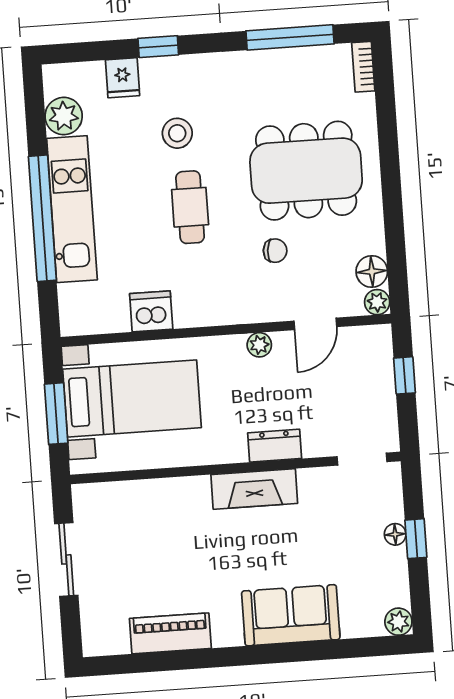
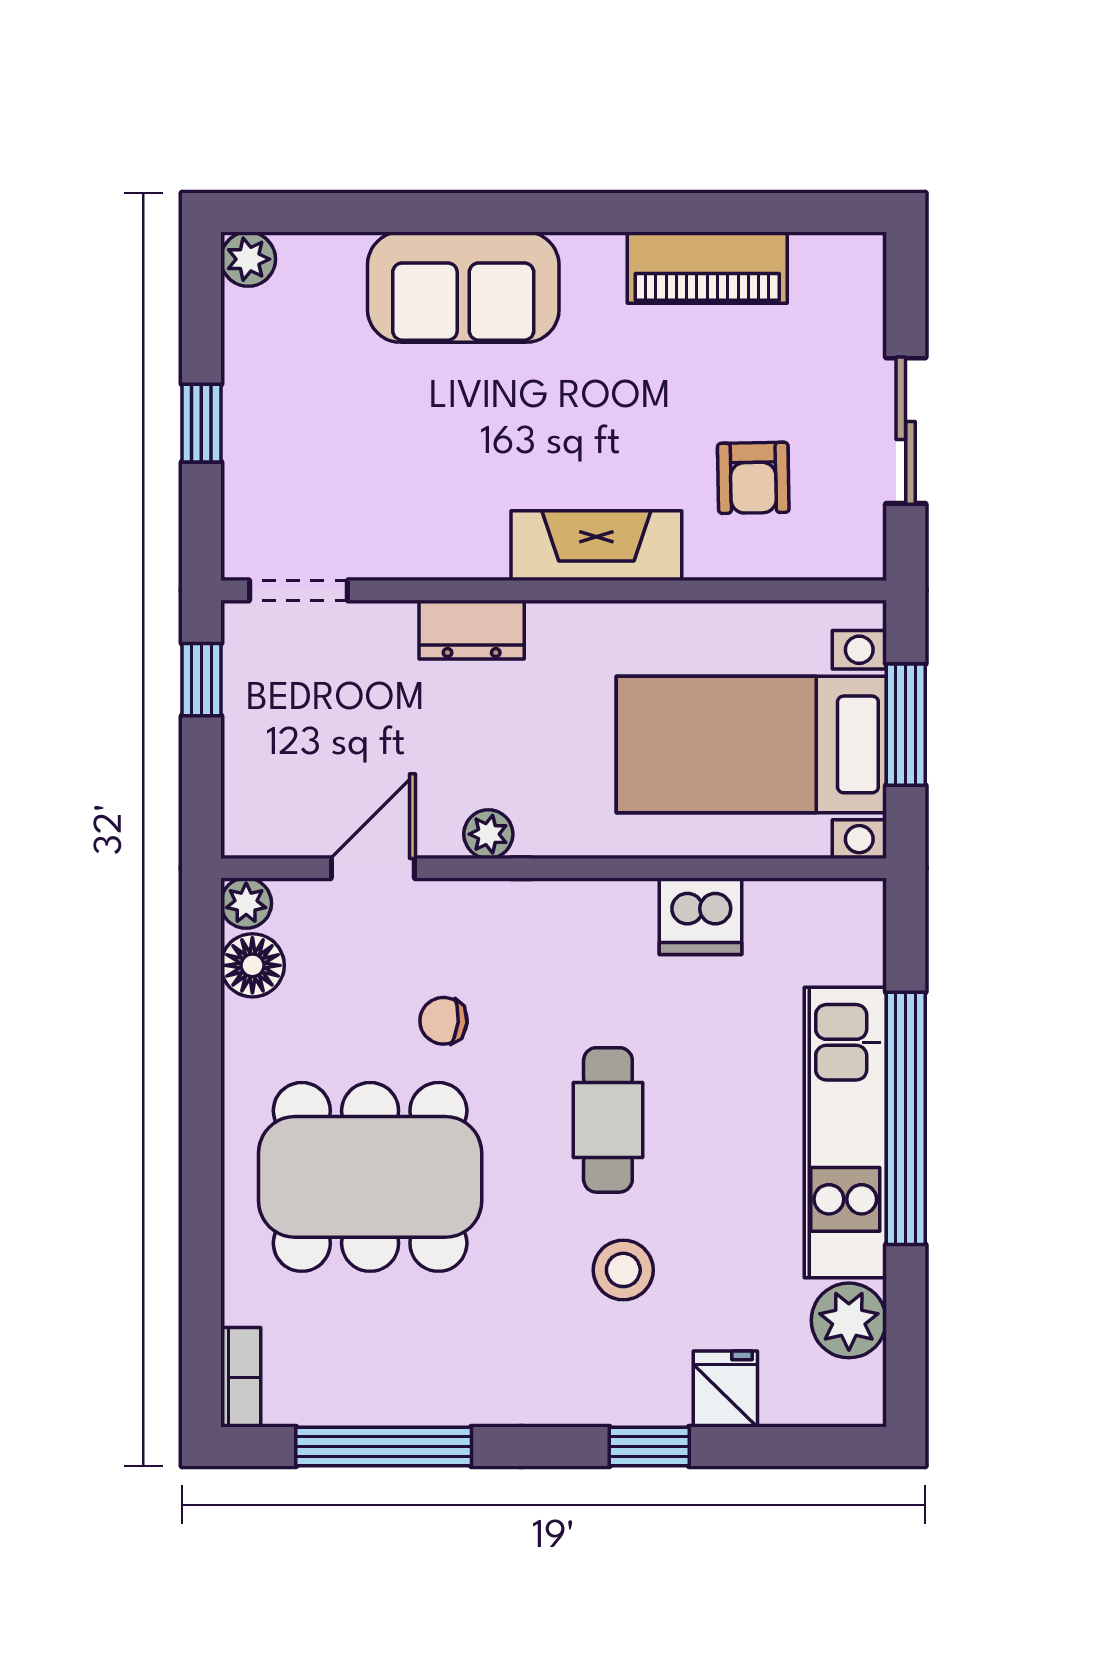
window: (404, 375) -> (201, 680), moved
fireplace: (254, 489) -> (596, 546), moved
armchair: (140, 531) -> (753, 478), added
floor lamp: (395, 534) -> (242, 435), removed

